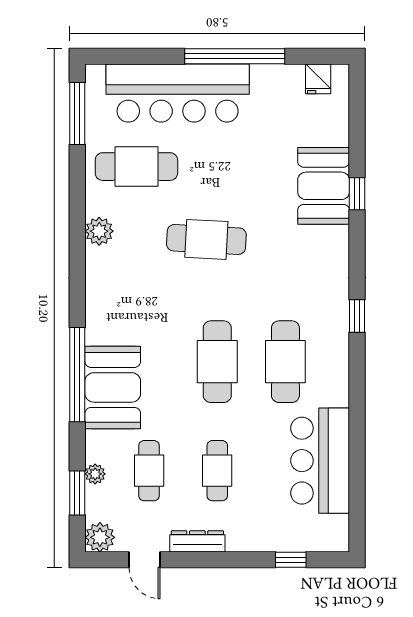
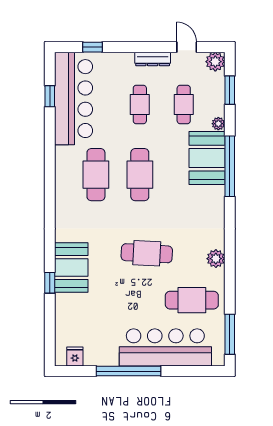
booth: (324, 186) -> (71, 268), moved
window: (357, 316) -> (50, 96), moved
bar counter: (320, 461) -> (74, 99), width x1.36
plant: (95, 474) -> (218, 124), moved

